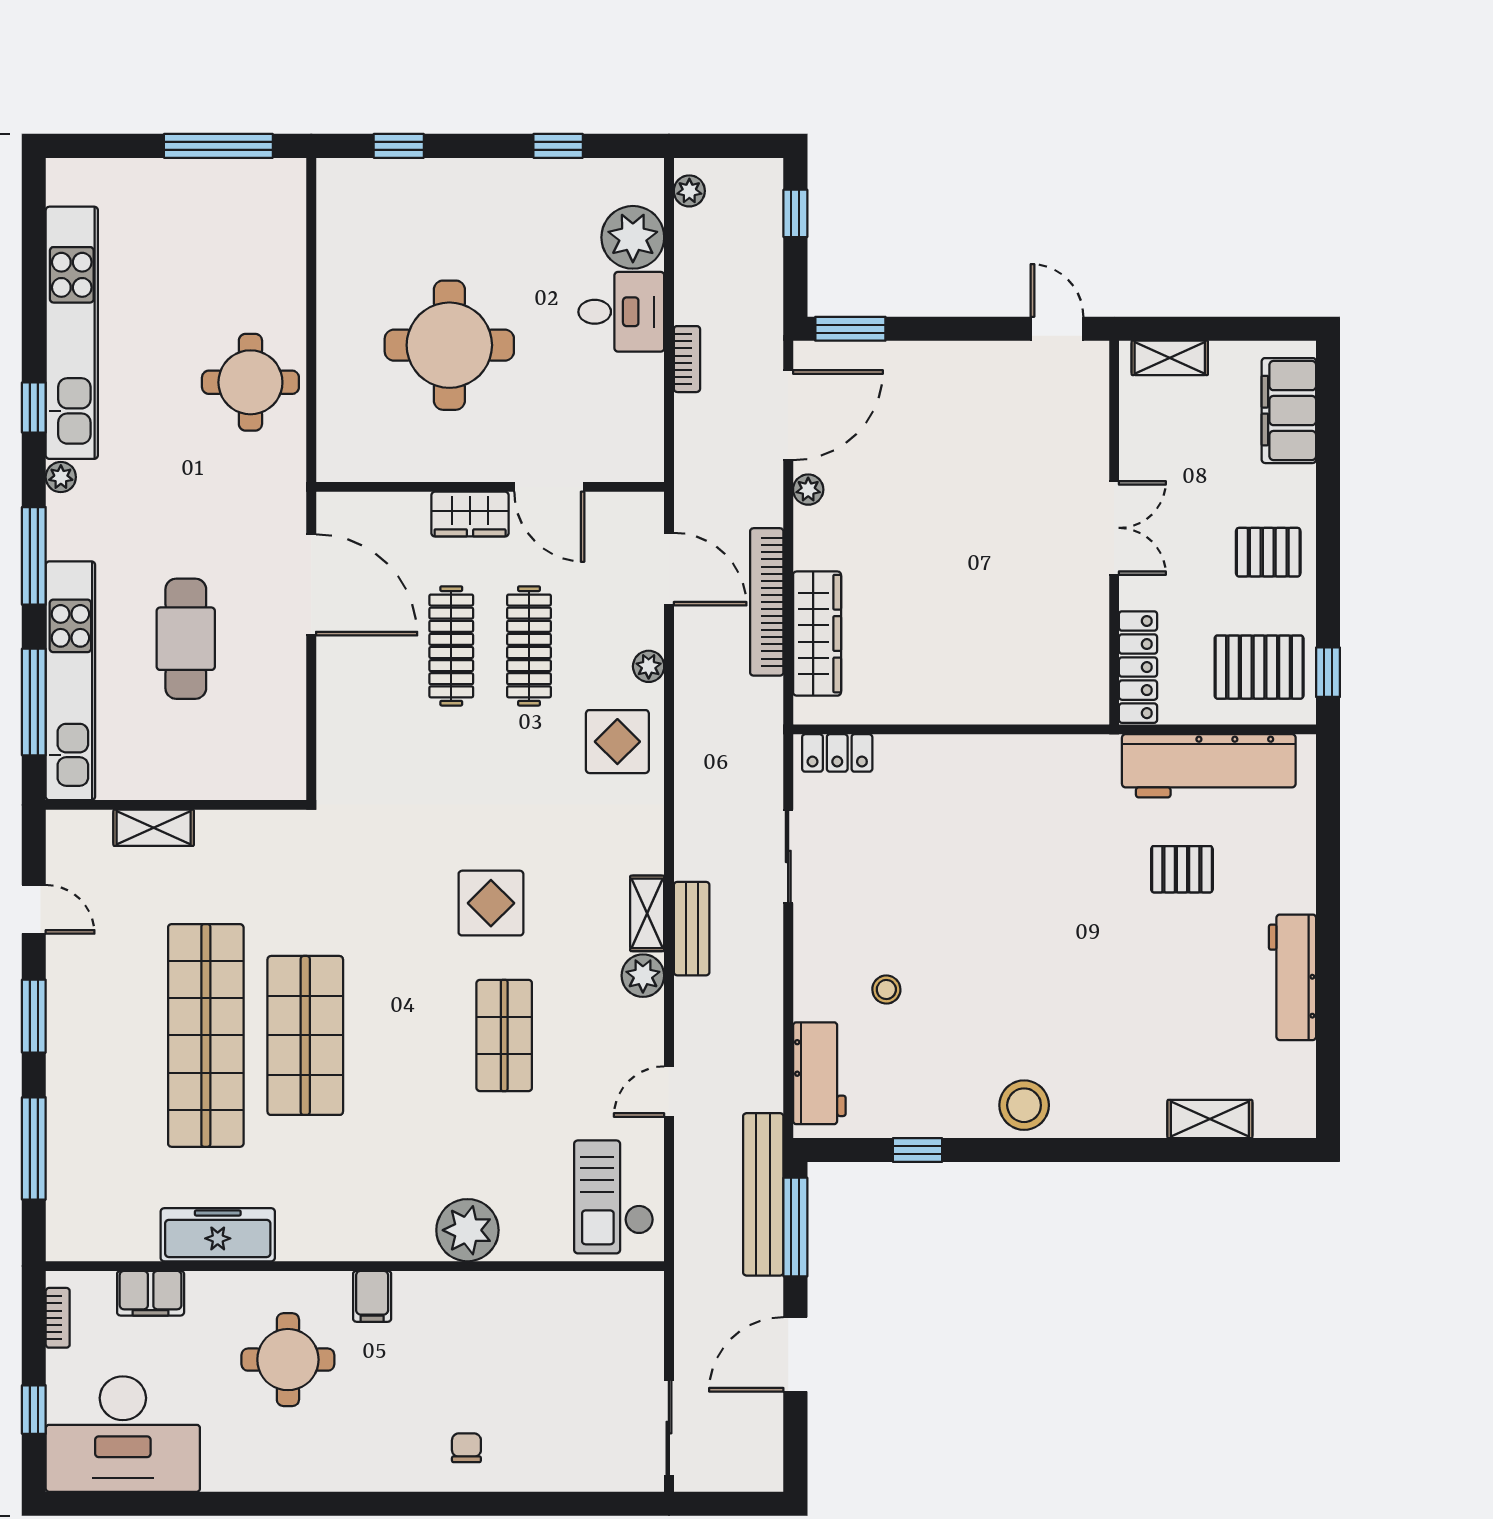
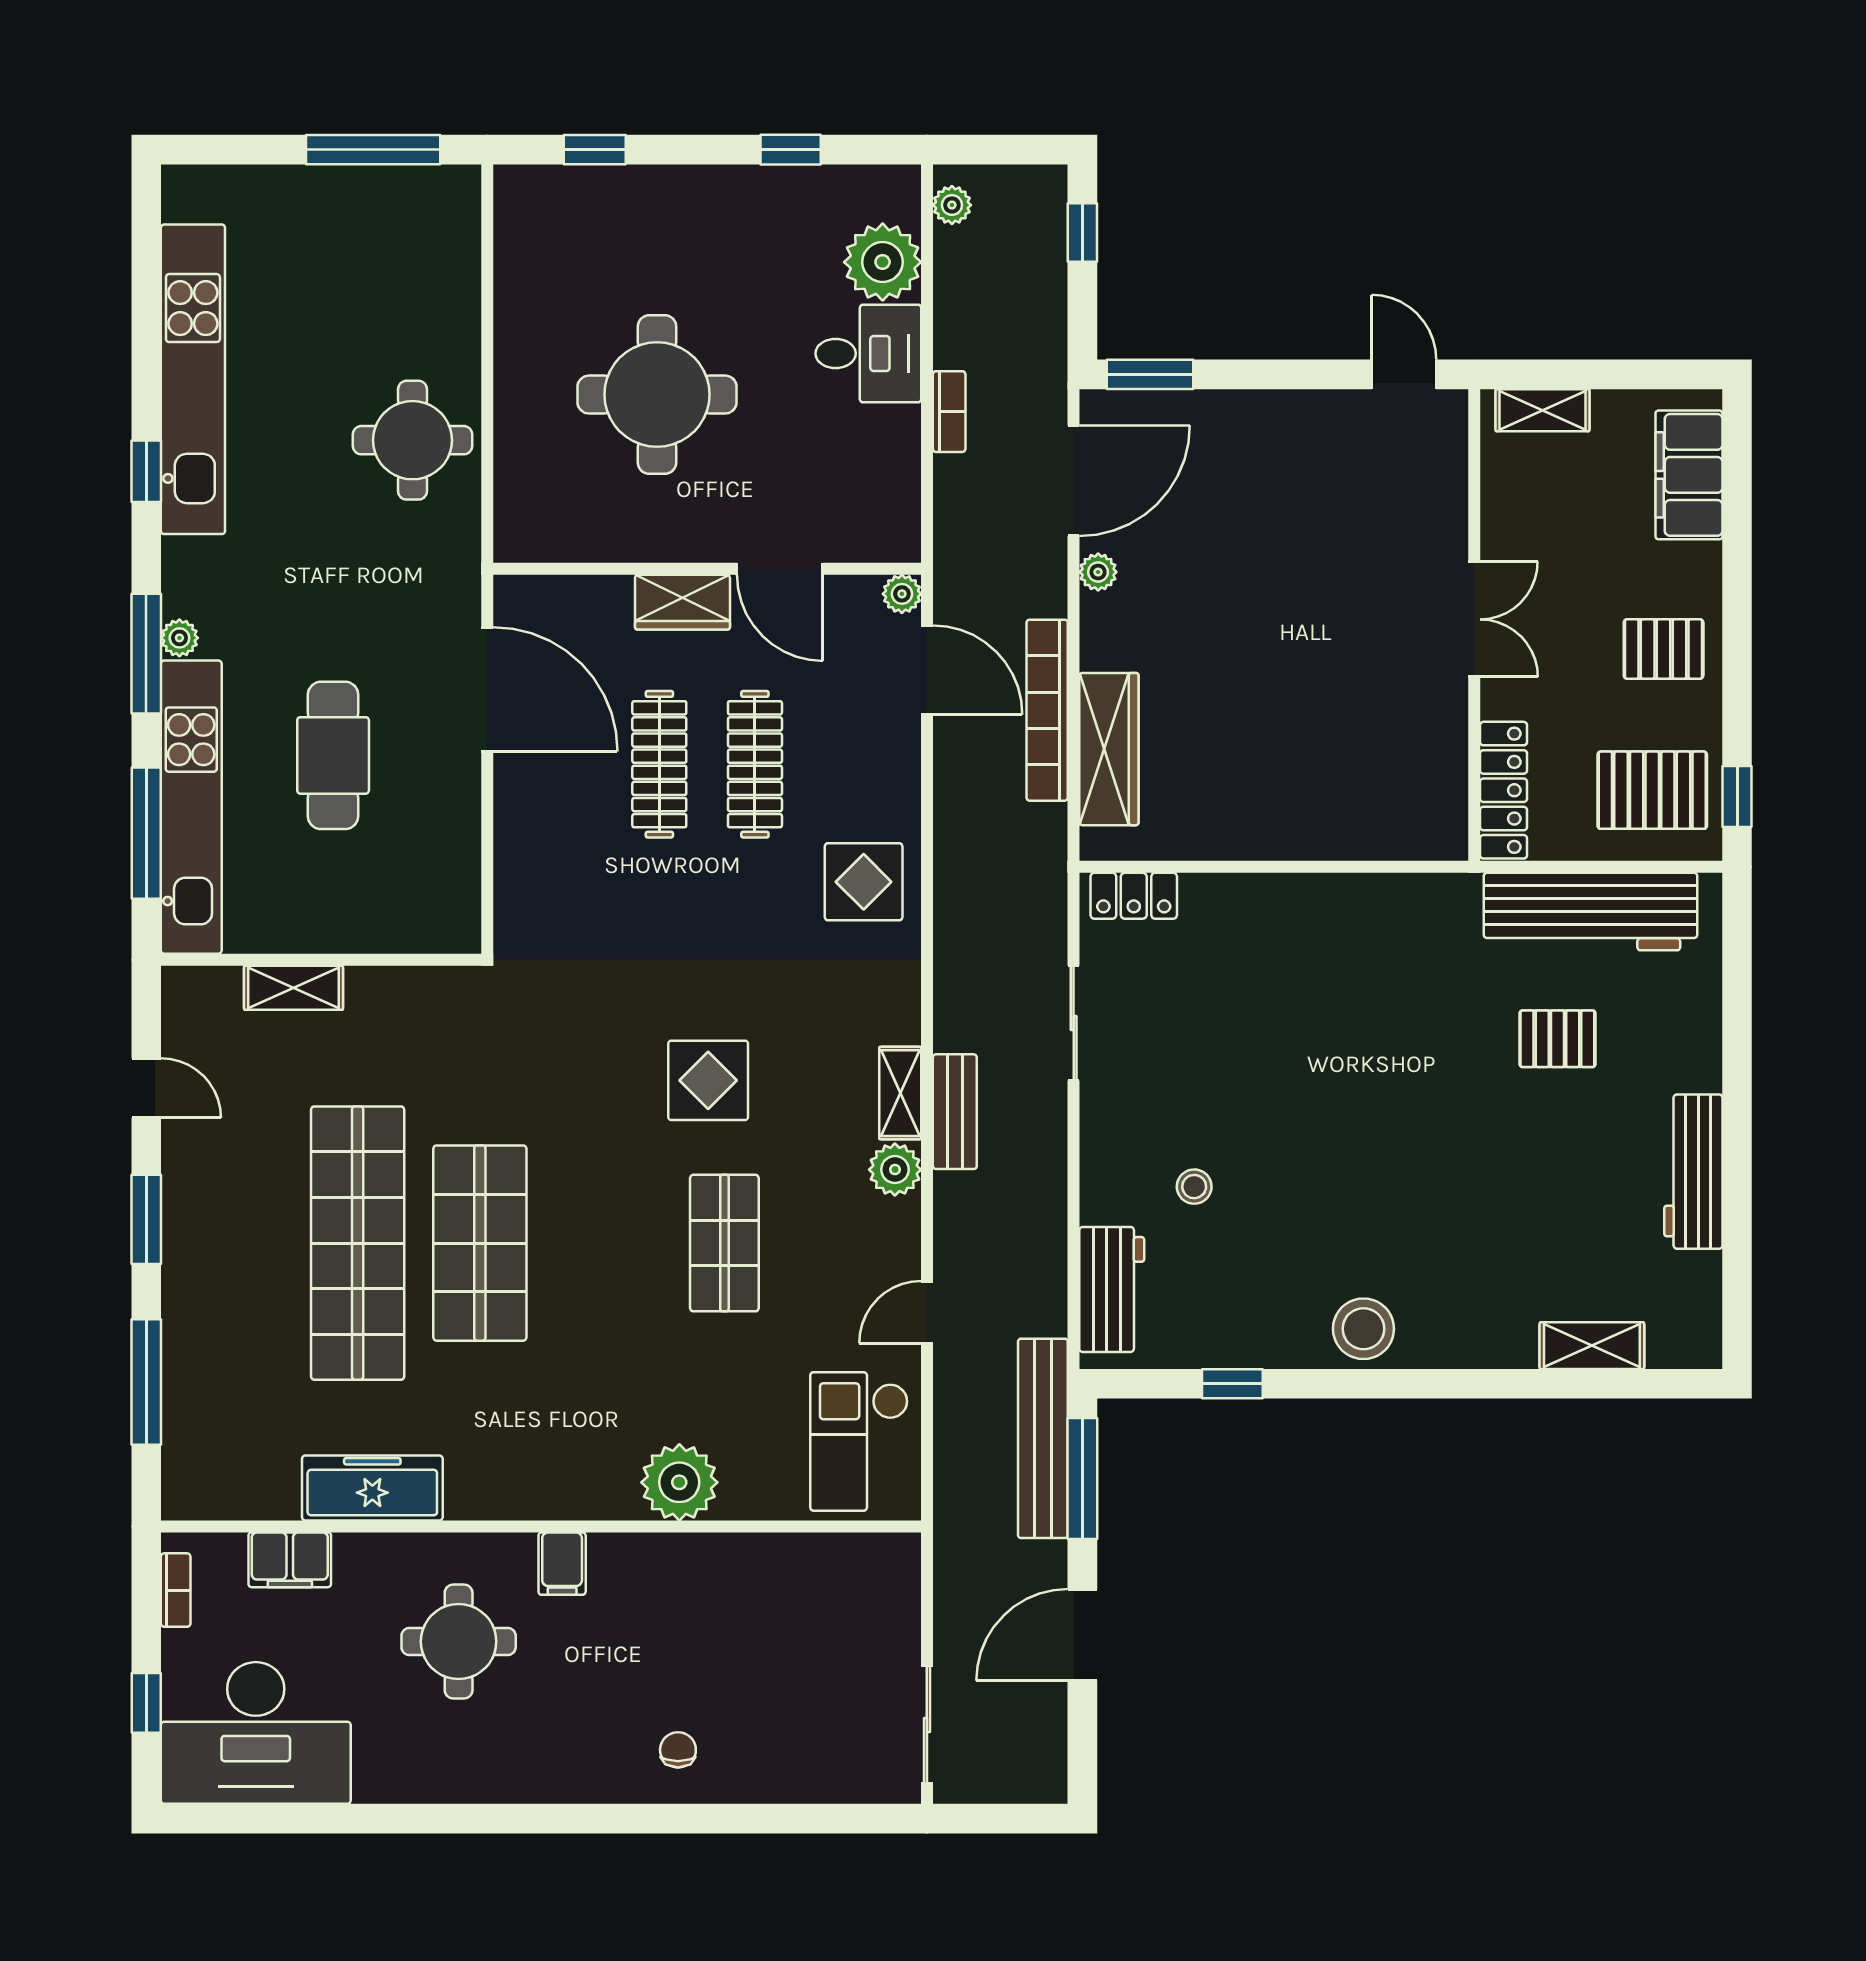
plant: (61, 477) -> (179, 638), moved
plant: (649, 666) -> (902, 594), moved

